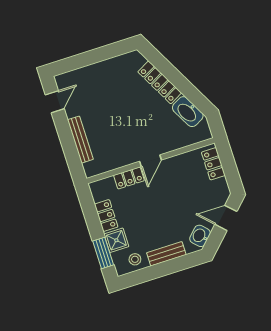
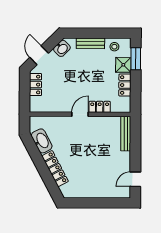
bench: (80, 140) -> (126, 134), moved
locker: (213, 164) -> (35, 85), moved
door: (226, 218) -> (39, 55), swing flipped

